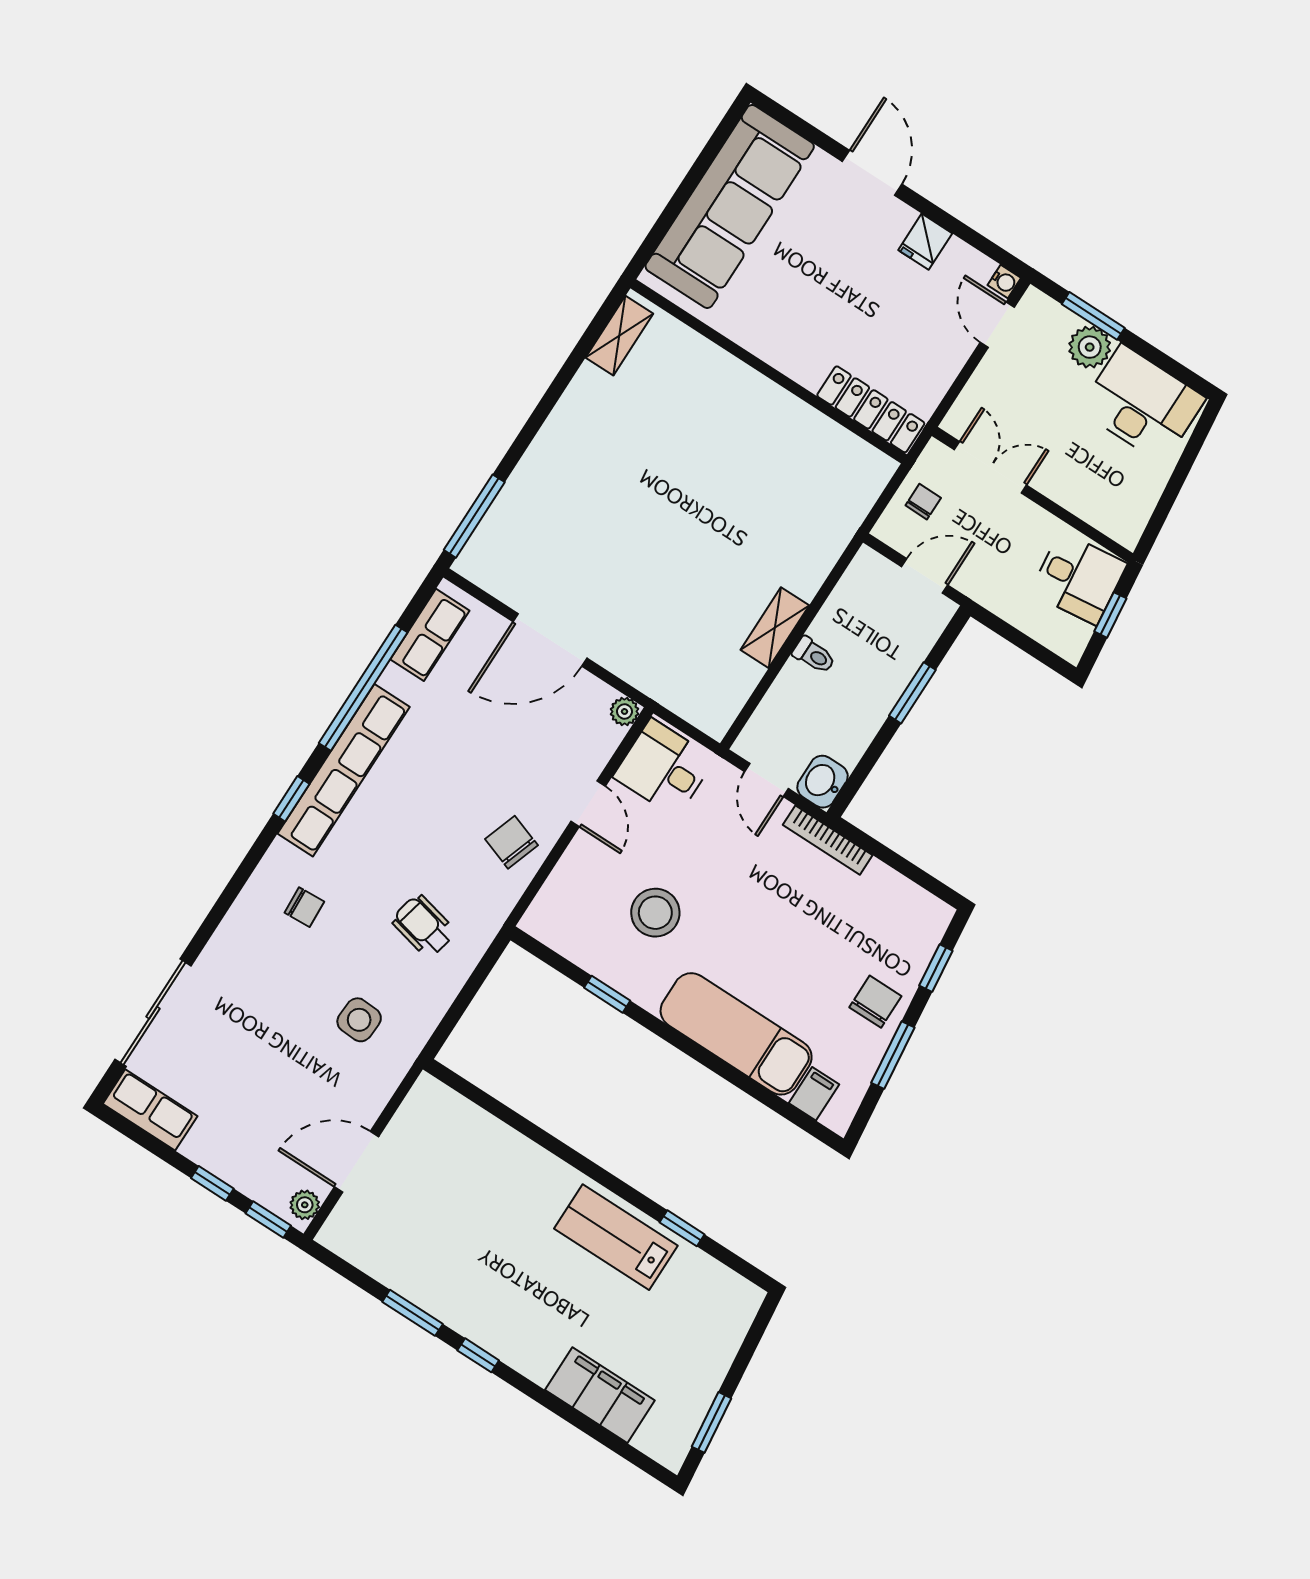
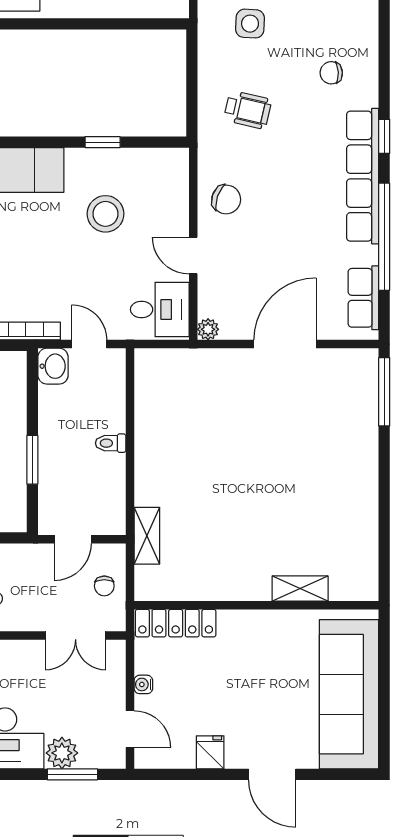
water cooler: (1004, 281) -> (143, 684), moved
shelving: (619, 336) -> (300, 589), moved, turned 90
shelving: (775, 628) -> (147, 536), moved

